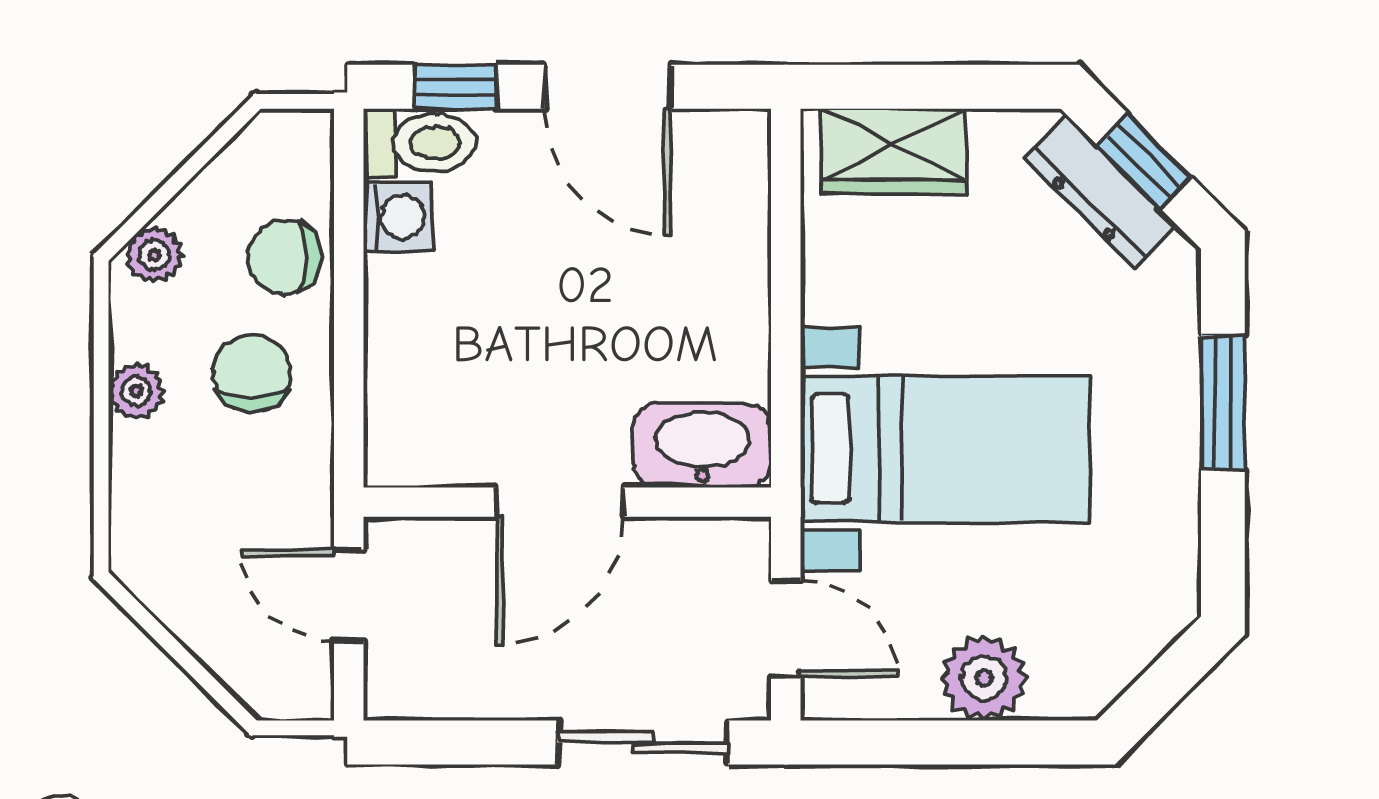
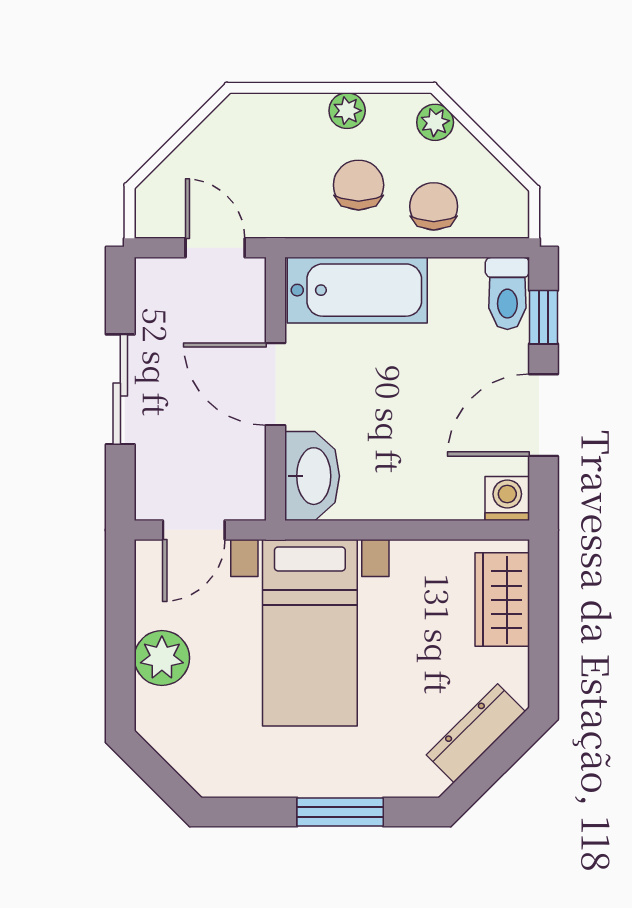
window: (1144, 161) -> (495, 761), removed
washing machine: (398, 217) -> (507, 498), moved, turned 180
chair: (251, 373) -> (359, 185), turned -90
bathtub: (414, 375) -> (357, 290), added
door: (349, 595) -> (215, 248), hinge flipped
sliding door: (643, 742) -> (120, 389), moved

